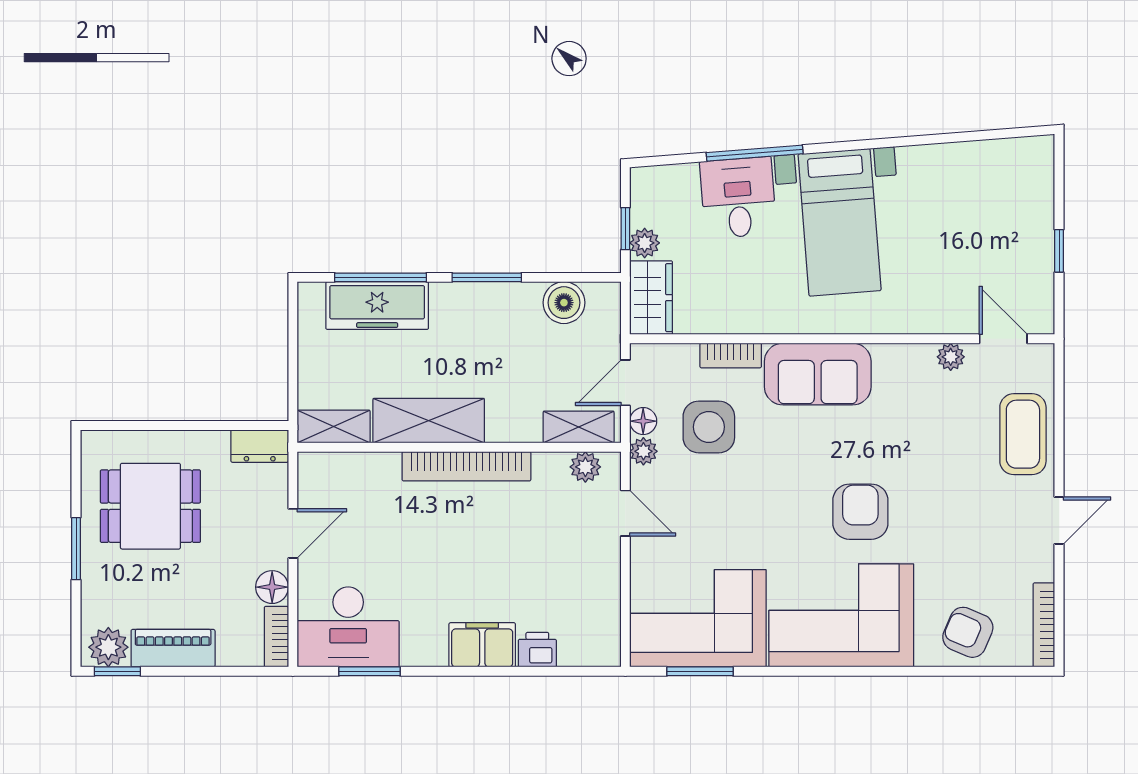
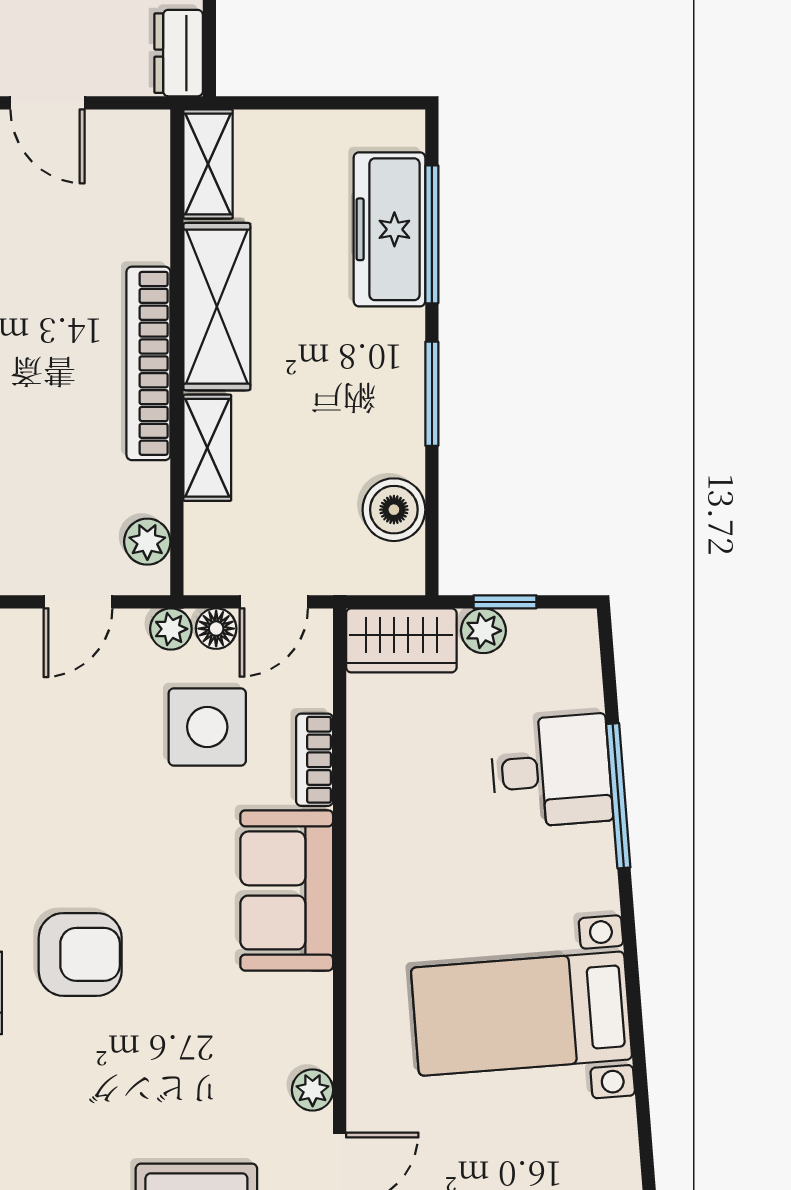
bed with nightstands: (840, 222) -> (522, 1014), moved
door: (625, 383) -> (274, 602), swing flipped
shelving: (579, 427) -> (207, 448), moved

